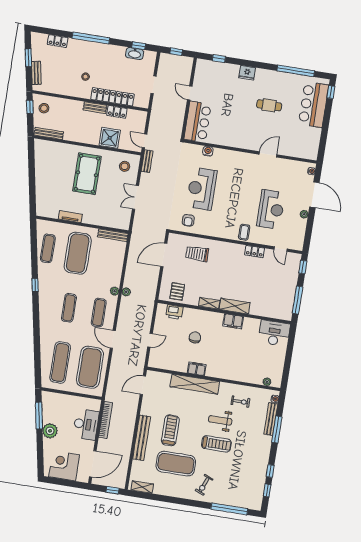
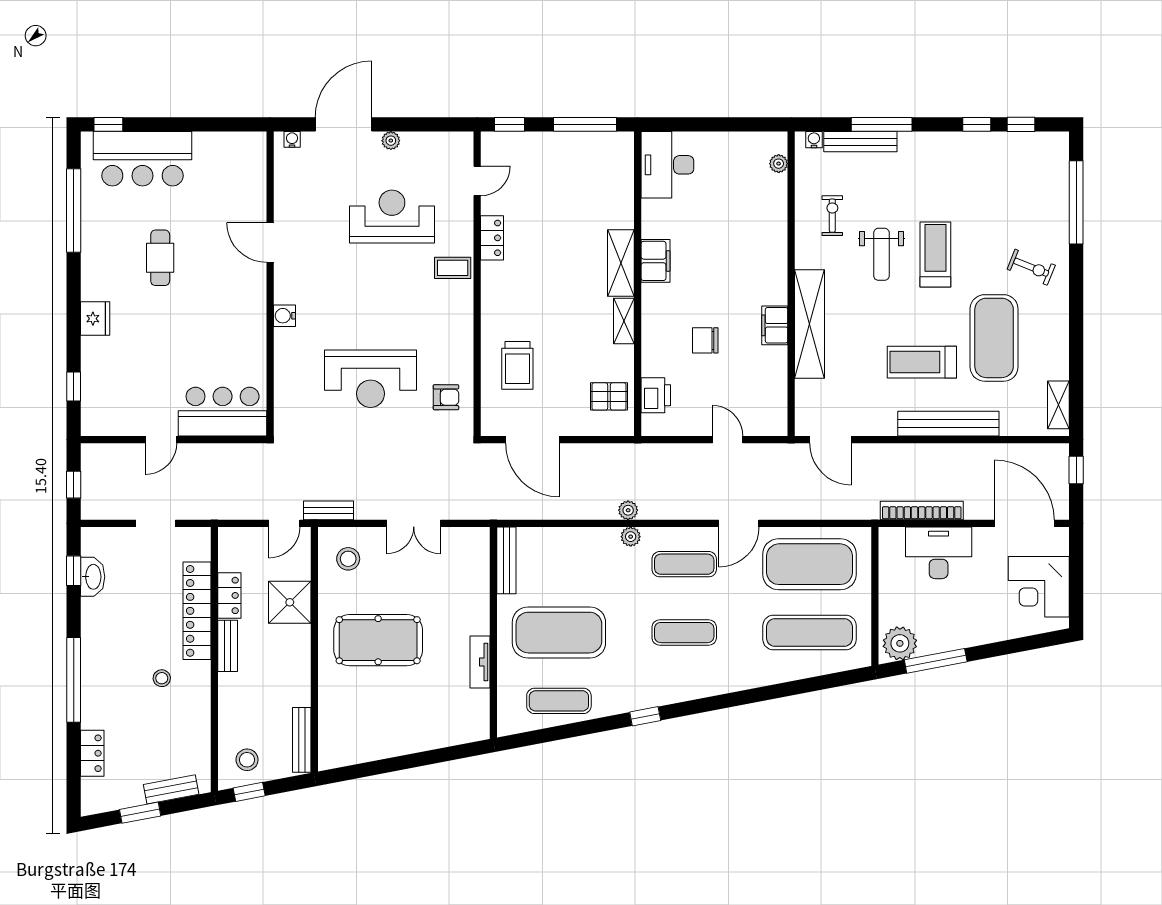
water cooler: (208, 151) -> (284, 316), moved
plant: (50, 431) -> (900, 643), moved

